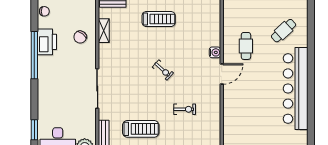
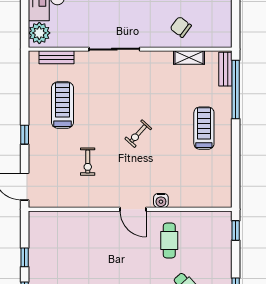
treadmill: (159, 19) -> (204, 128), turned 180
cafe table: (246, 46) -> (169, 241), turned 90
treadmill: (141, 129) -> (62, 105), turned 180

